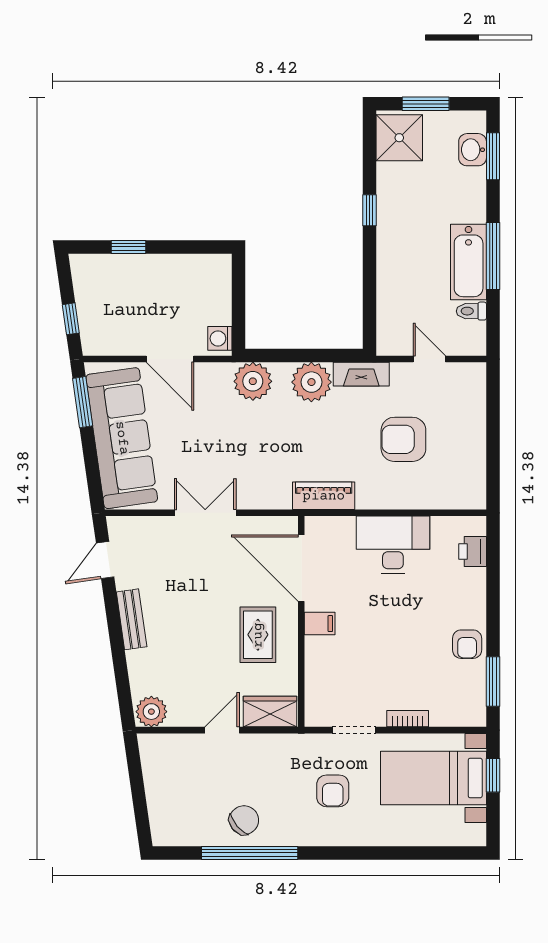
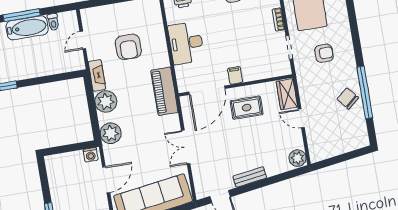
piano: (324, 496) -> (164, 91), width x1.37, depth x1.33

